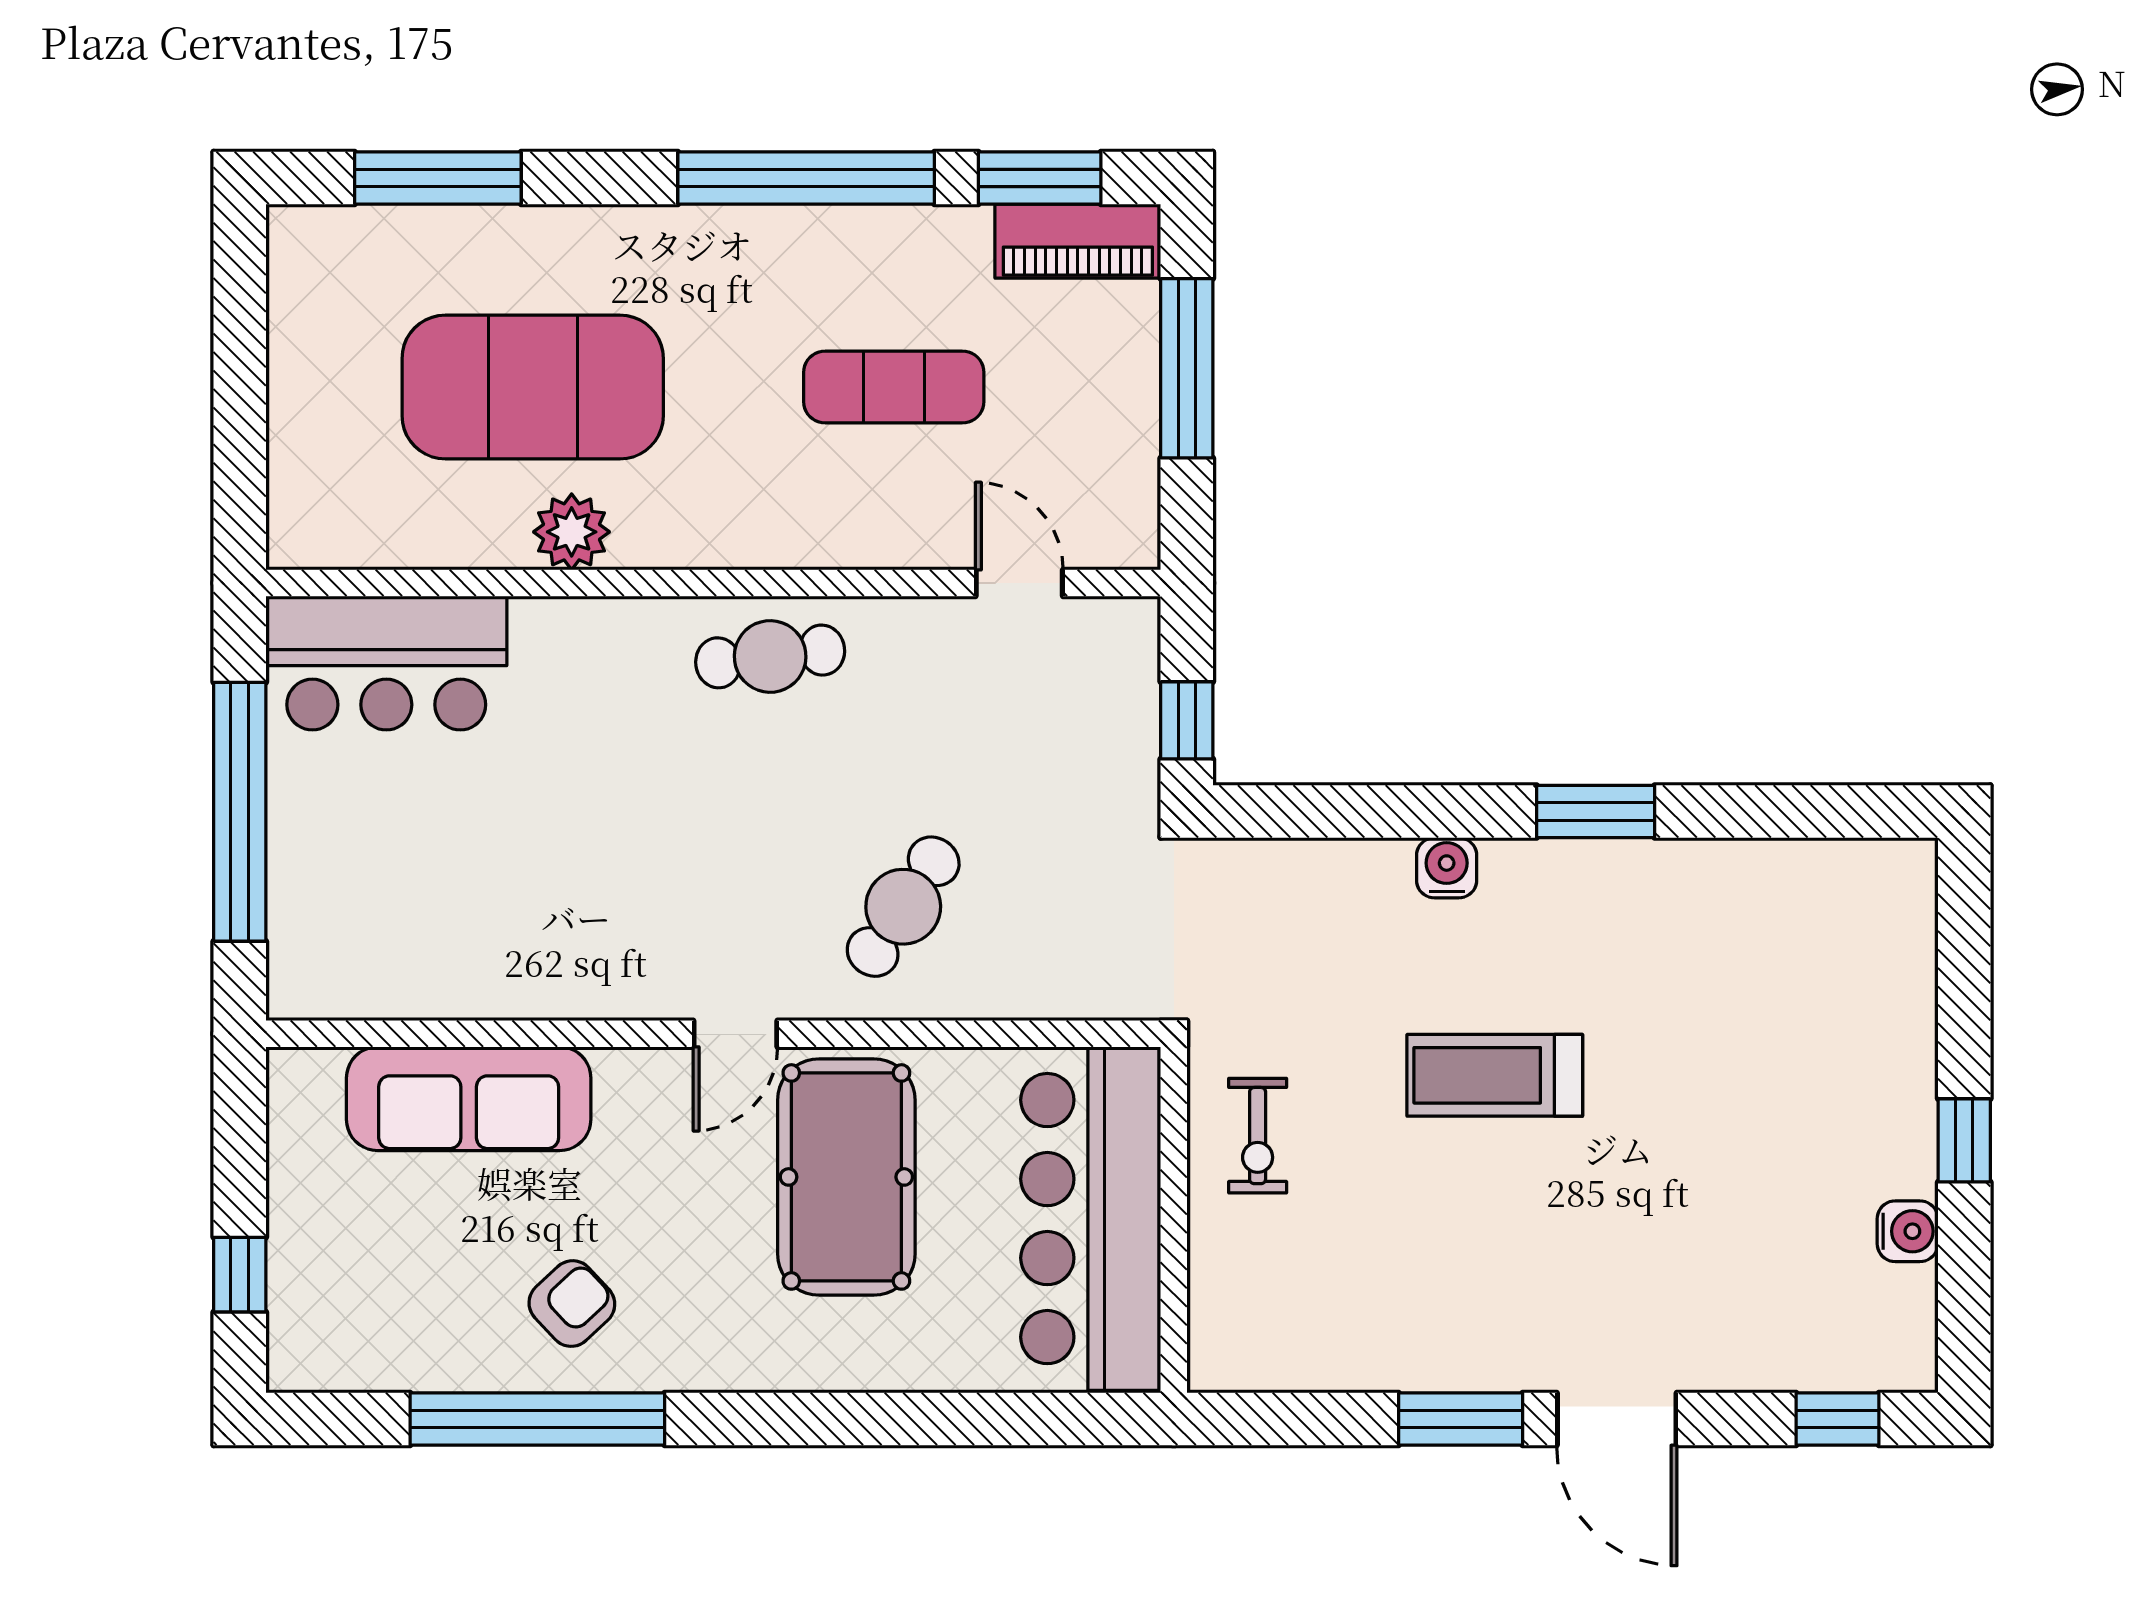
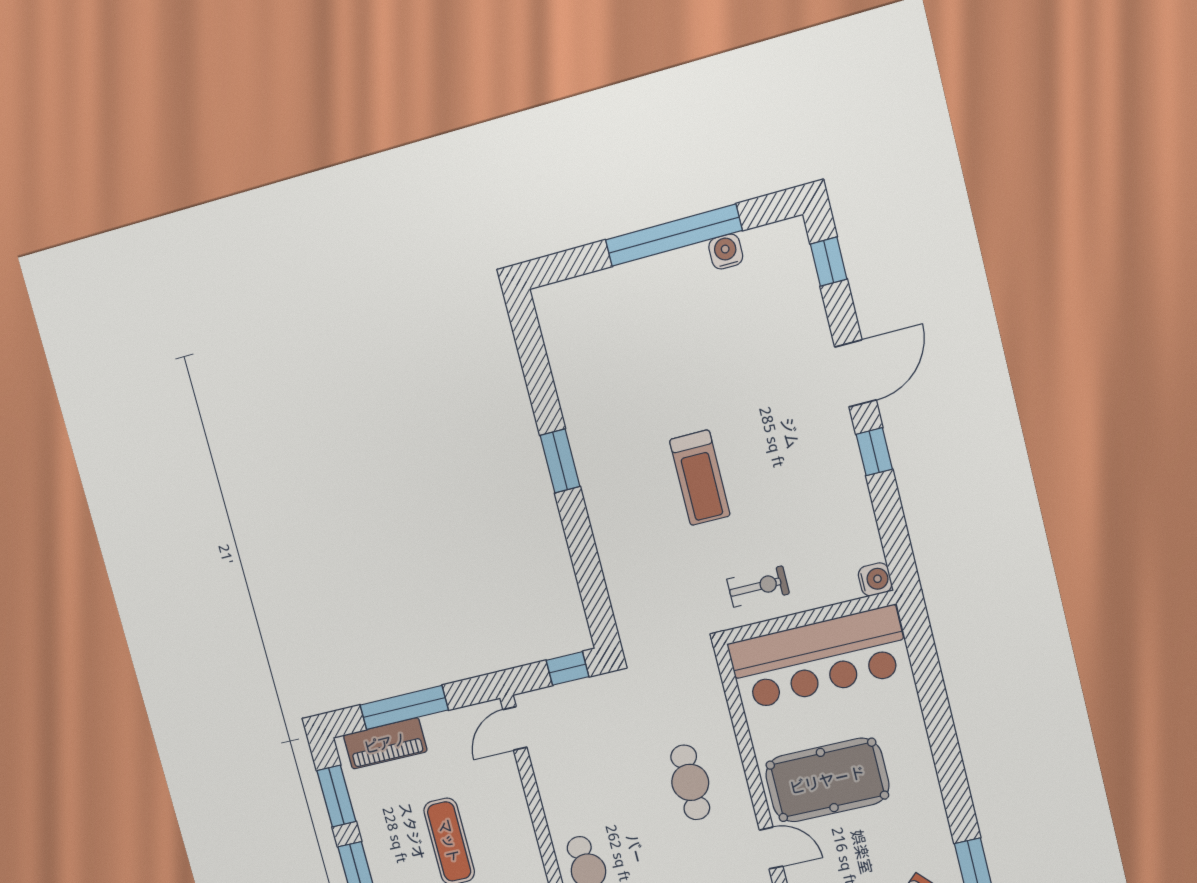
piano: (1078, 241) -> (385, 743), moved, turned 90
door: (1019, 583) -> (515, 728), moved
water cooler: (1447, 868) -> (875, 579), moved, turned 180
cafe table: (903, 907) -> (690, 782), turned 56
window: (1964, 1140) -> (674, 235), width x3.17
window: (1461, 1419) -> (874, 452), width x0.67

